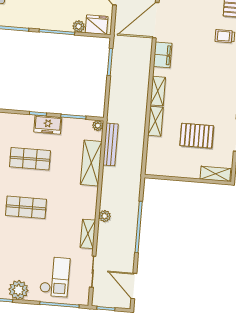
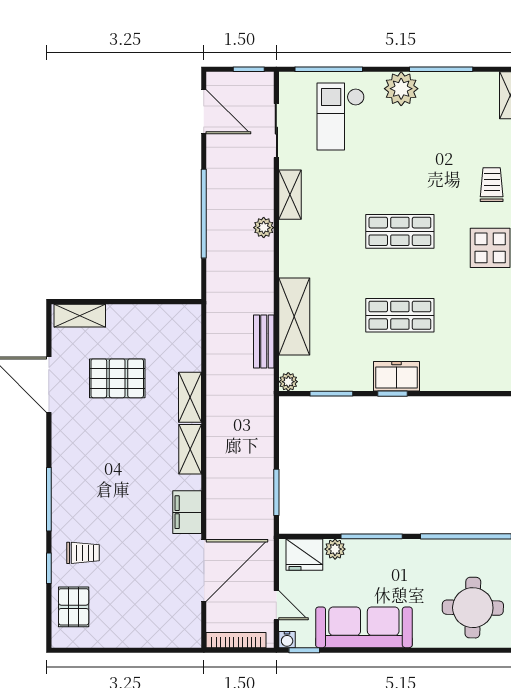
freezer: (48, 125) -> (396, 376), moved
bench: (110, 144) -> (264, 341), width x0.73

